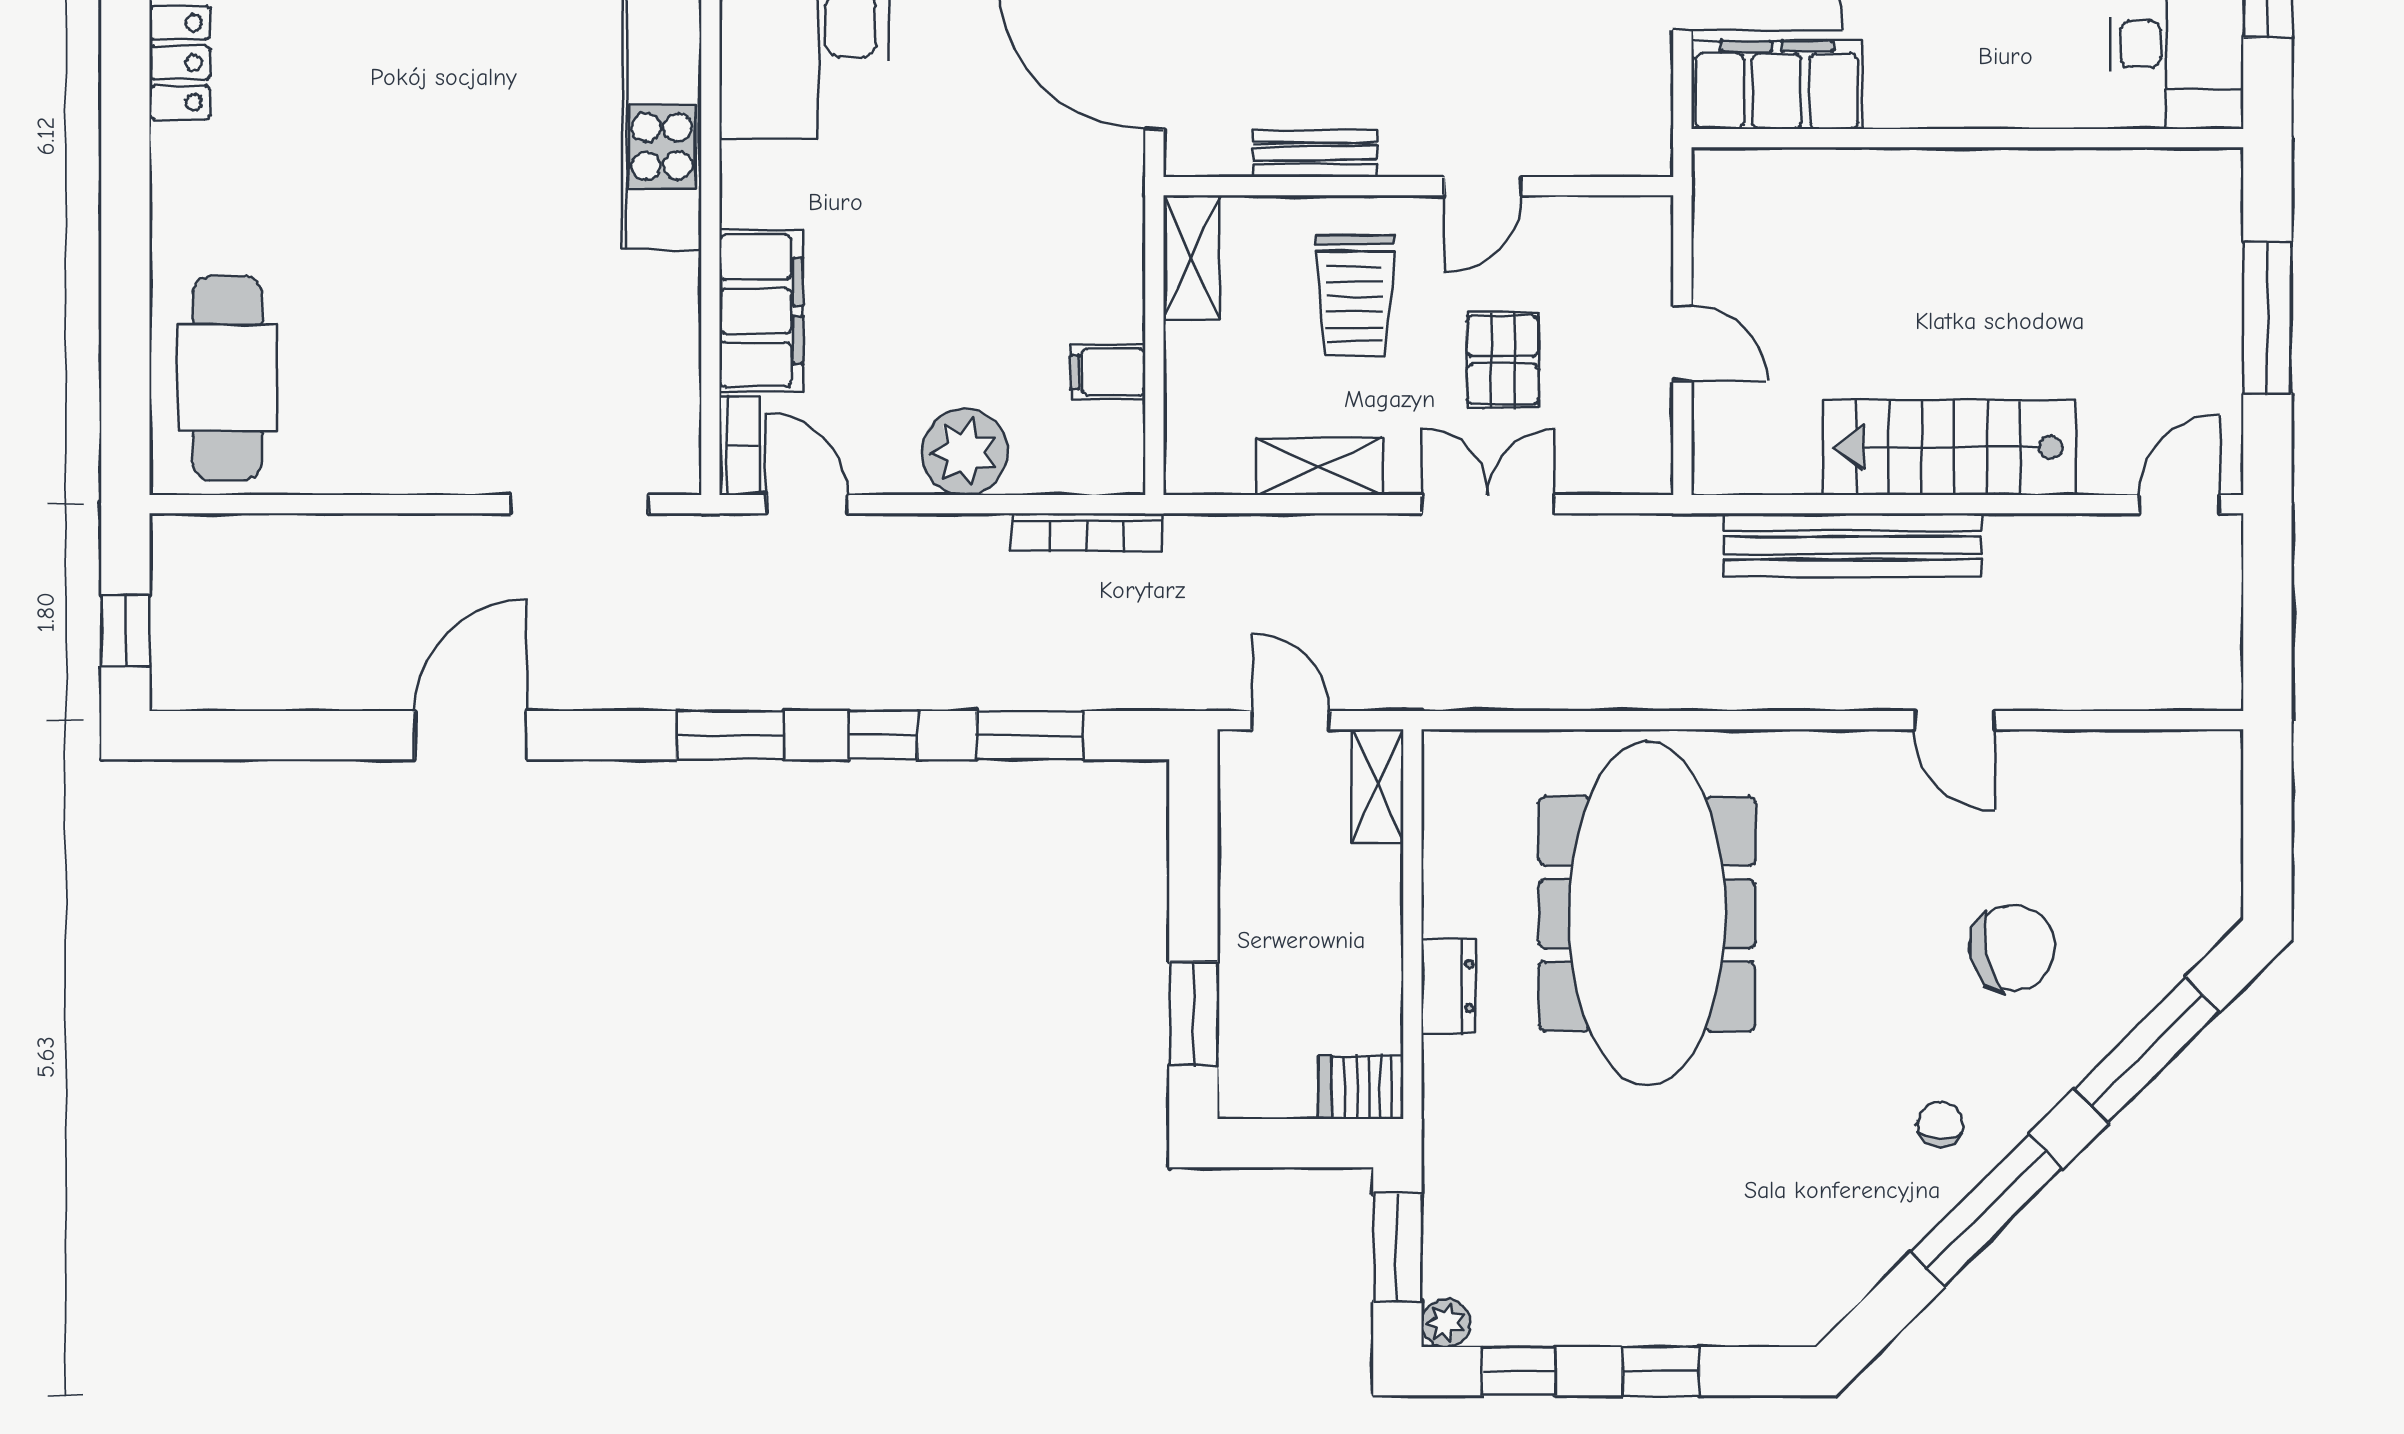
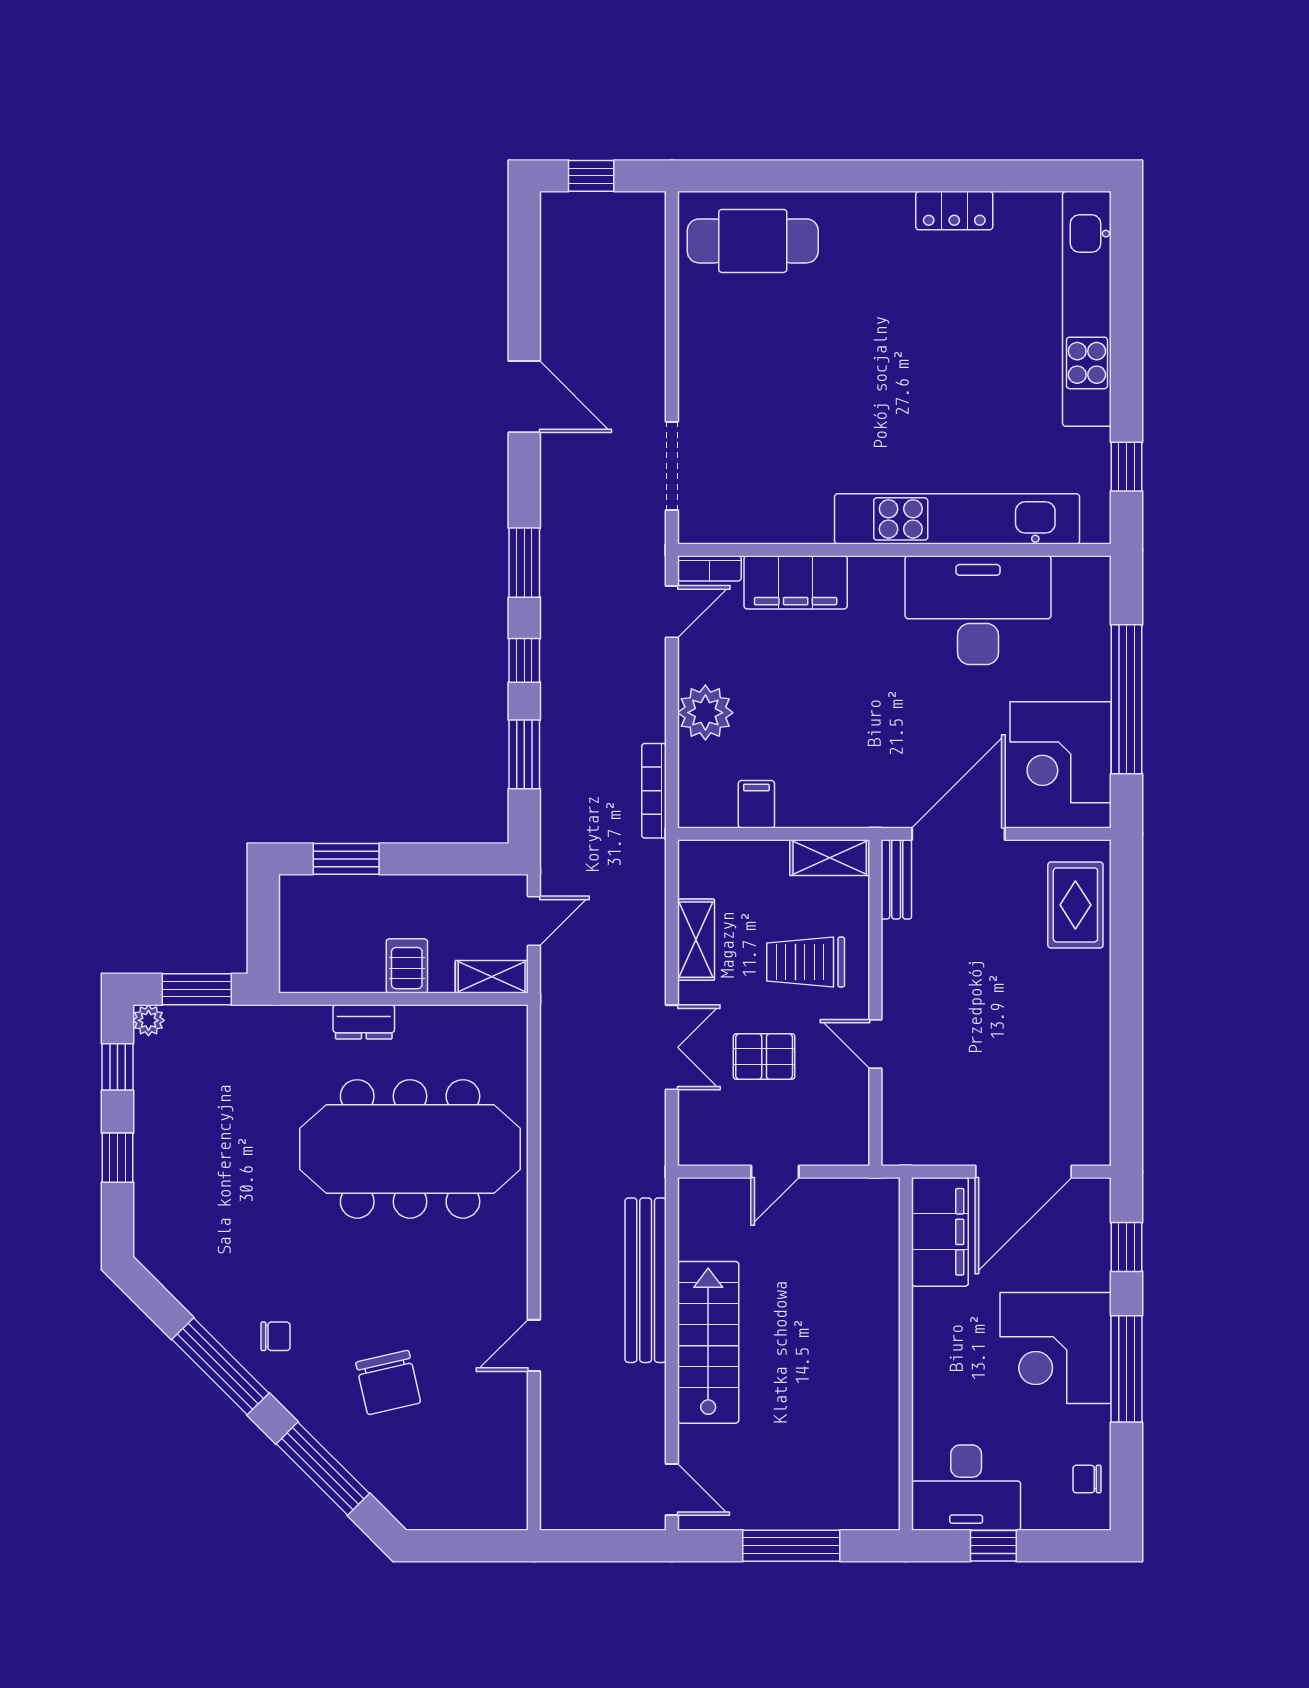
bench: (1315, 154) -> (896, 879), moved
server rack: (1361, 1087) -> (407, 966), moved

